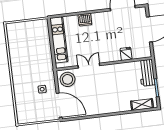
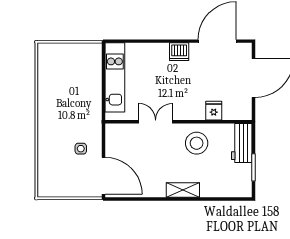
dishwasher: (85, 20) -> (179, 52), moved
stool: (68, 79) -> (197, 143), moved
shelving: (142, 105) -> (183, 190), moved

